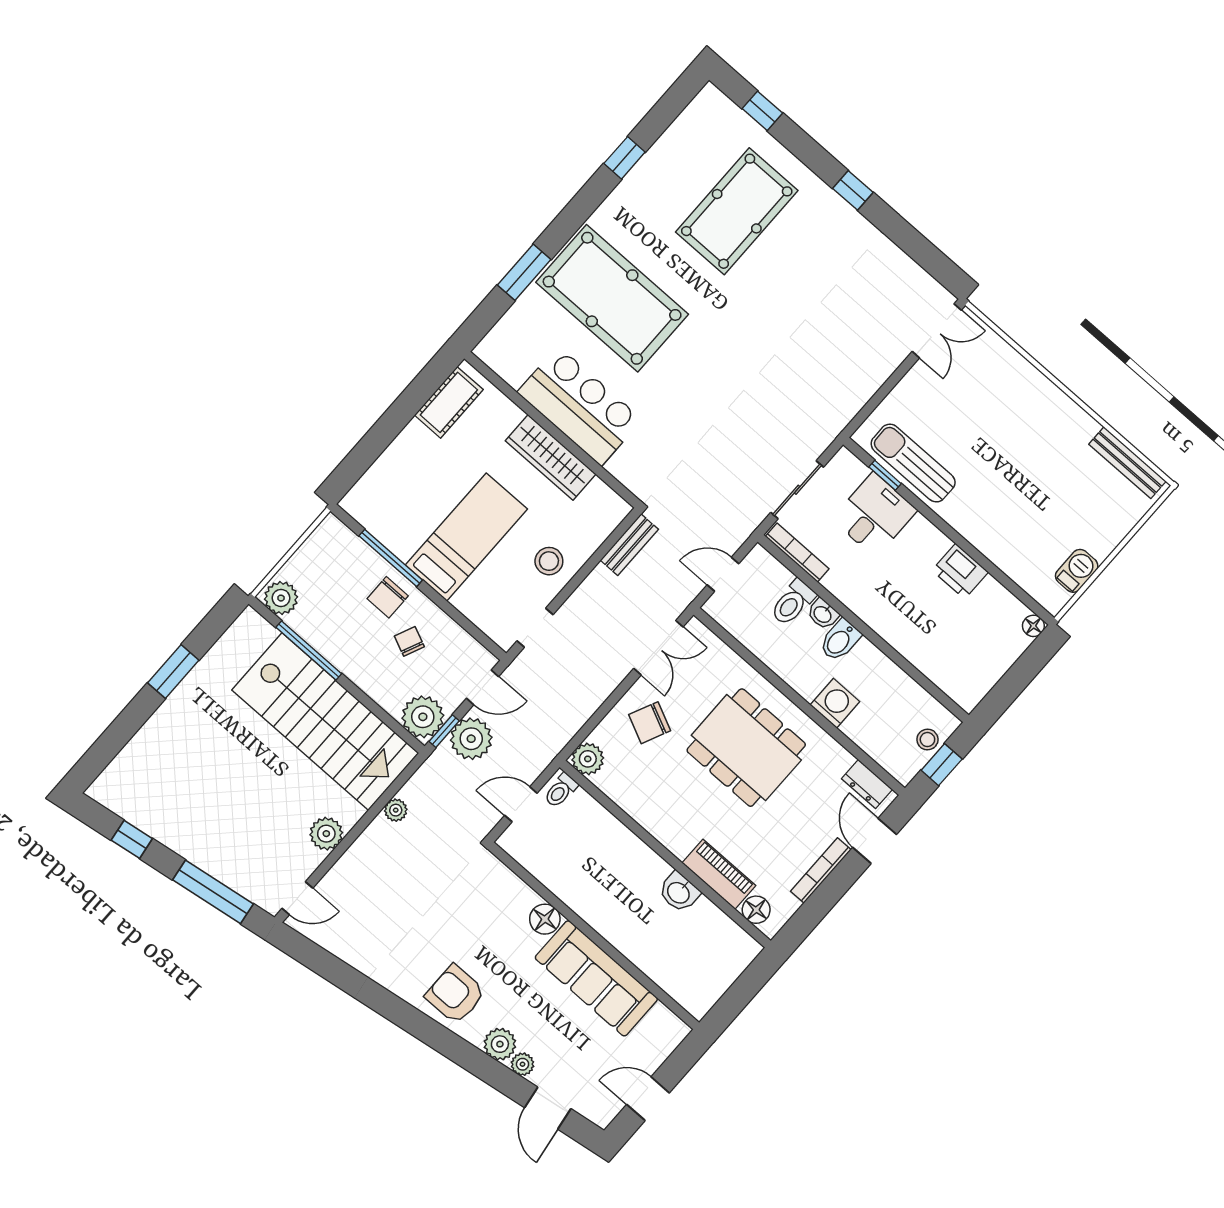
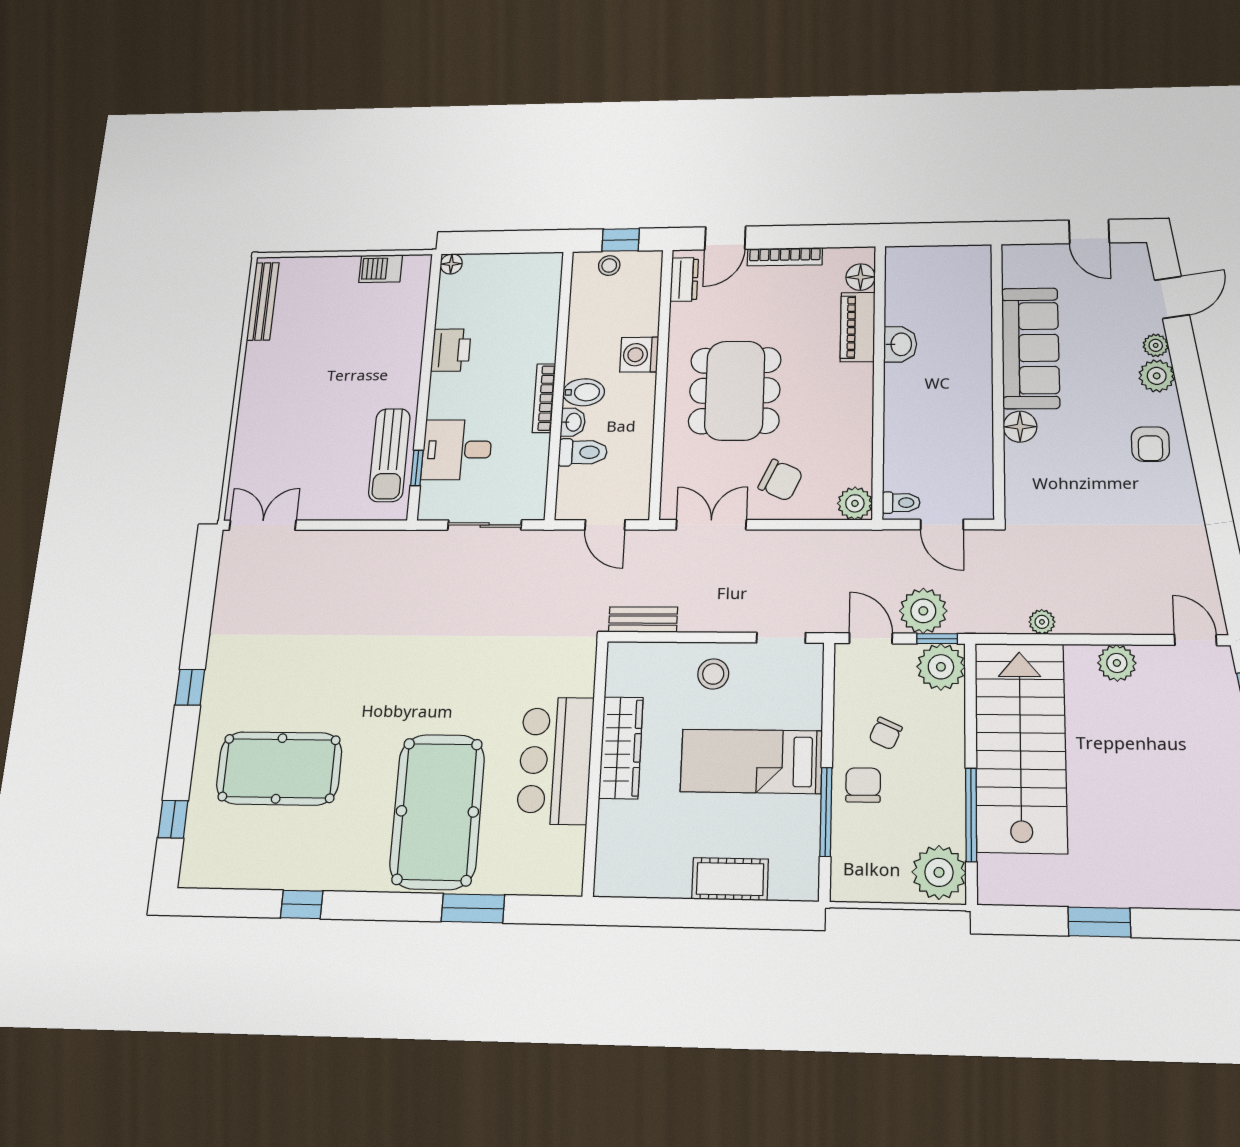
cot: (449, 402) -> (730, 879), moved
bookcase: (797, 553) -> (544, 398), moved
chair: (388, 597) -> (863, 785), turned -90
plant: (281, 598) -> (939, 872), width x1.36, depth x1.36
armchair: (455, 994) -> (1150, 444), width x0.72, depth x0.72

